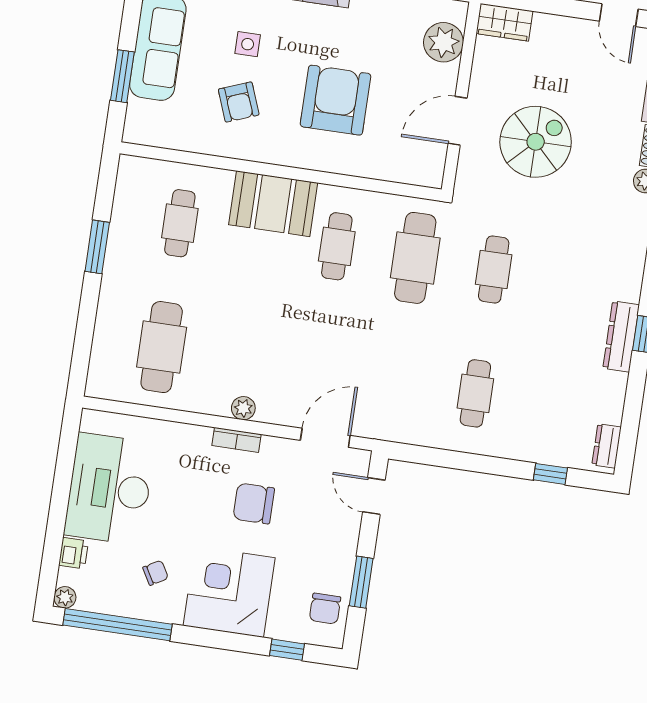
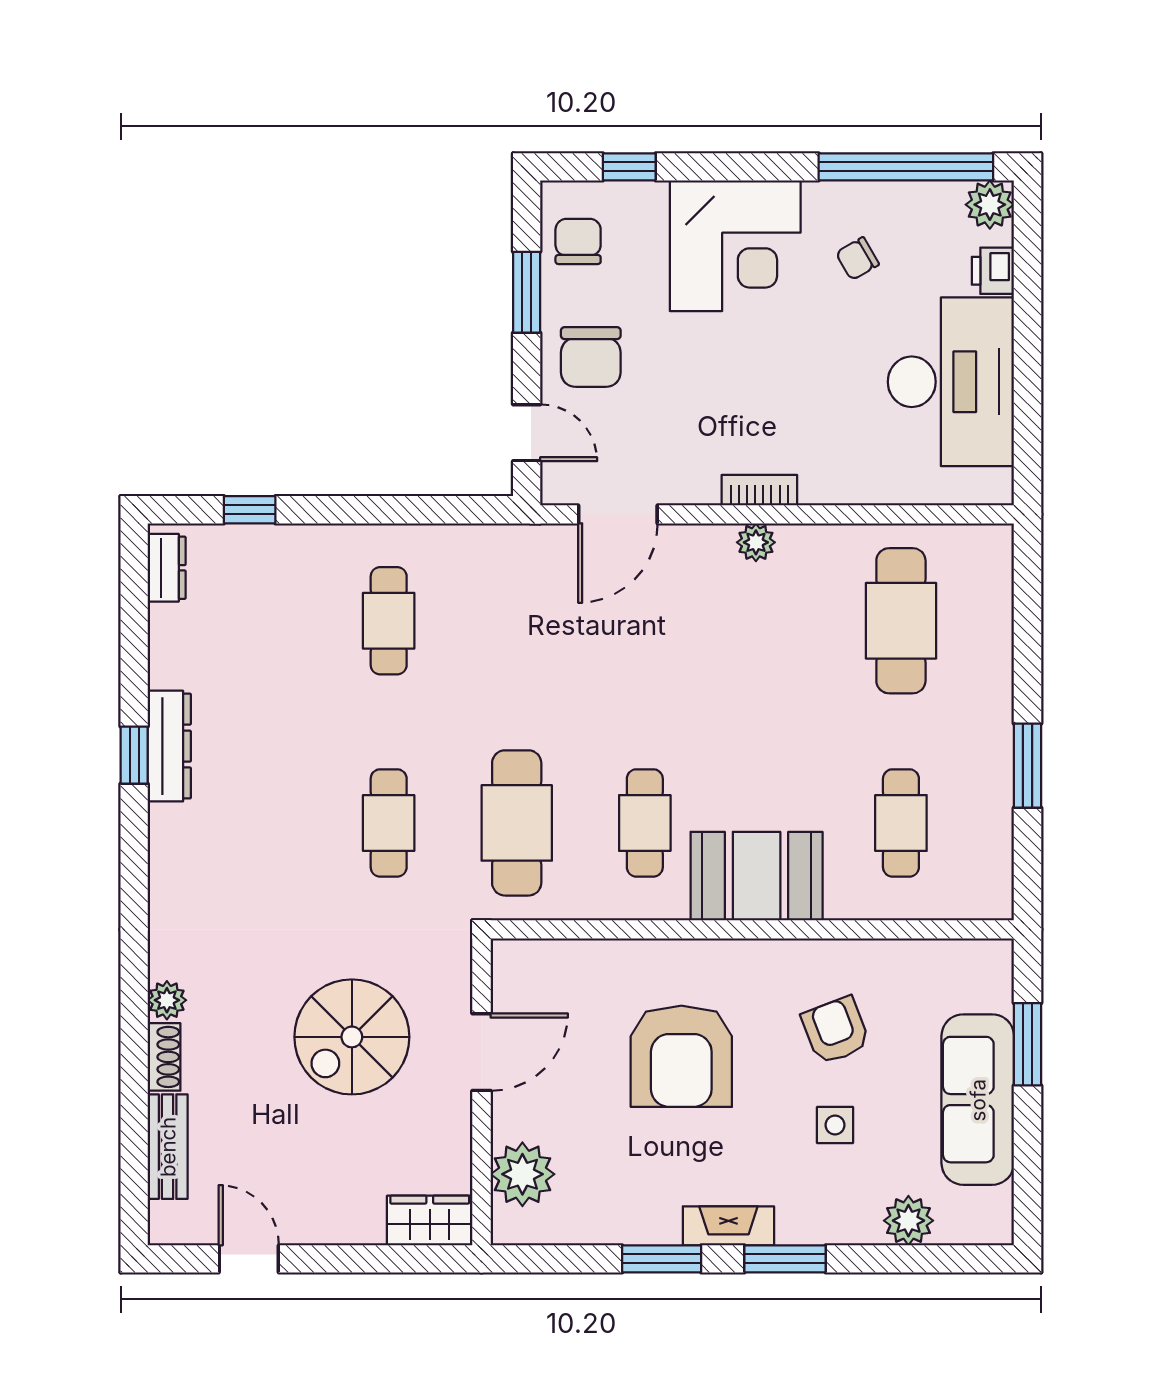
chair: (254, 503) -> (591, 357), moved, turned 90
plant: (65, 597) -> (990, 205), width x1.38, depth x1.38

